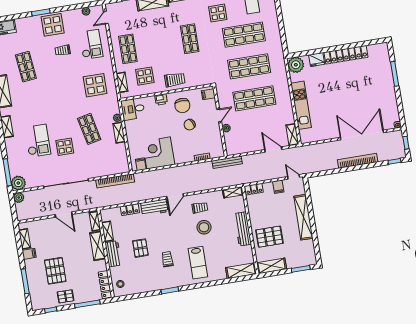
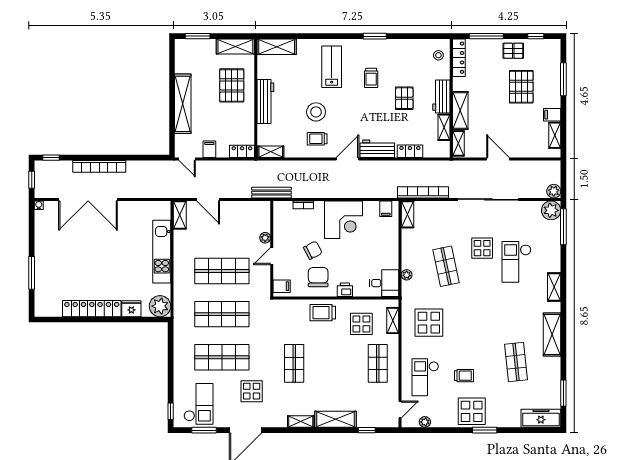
shelving: (119, 133) -> (407, 214), moved
corner desk: (159, 153) -> (343, 220), moved
pallet: (269, 237) -> (232, 85), turned 90

